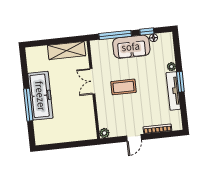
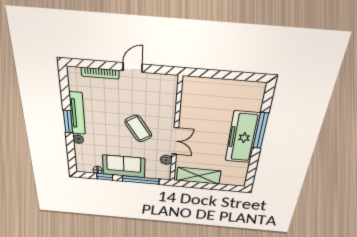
coffee table: (124, 87) -> (138, 129), turned 57
plant: (104, 133) -> (166, 160), moved

